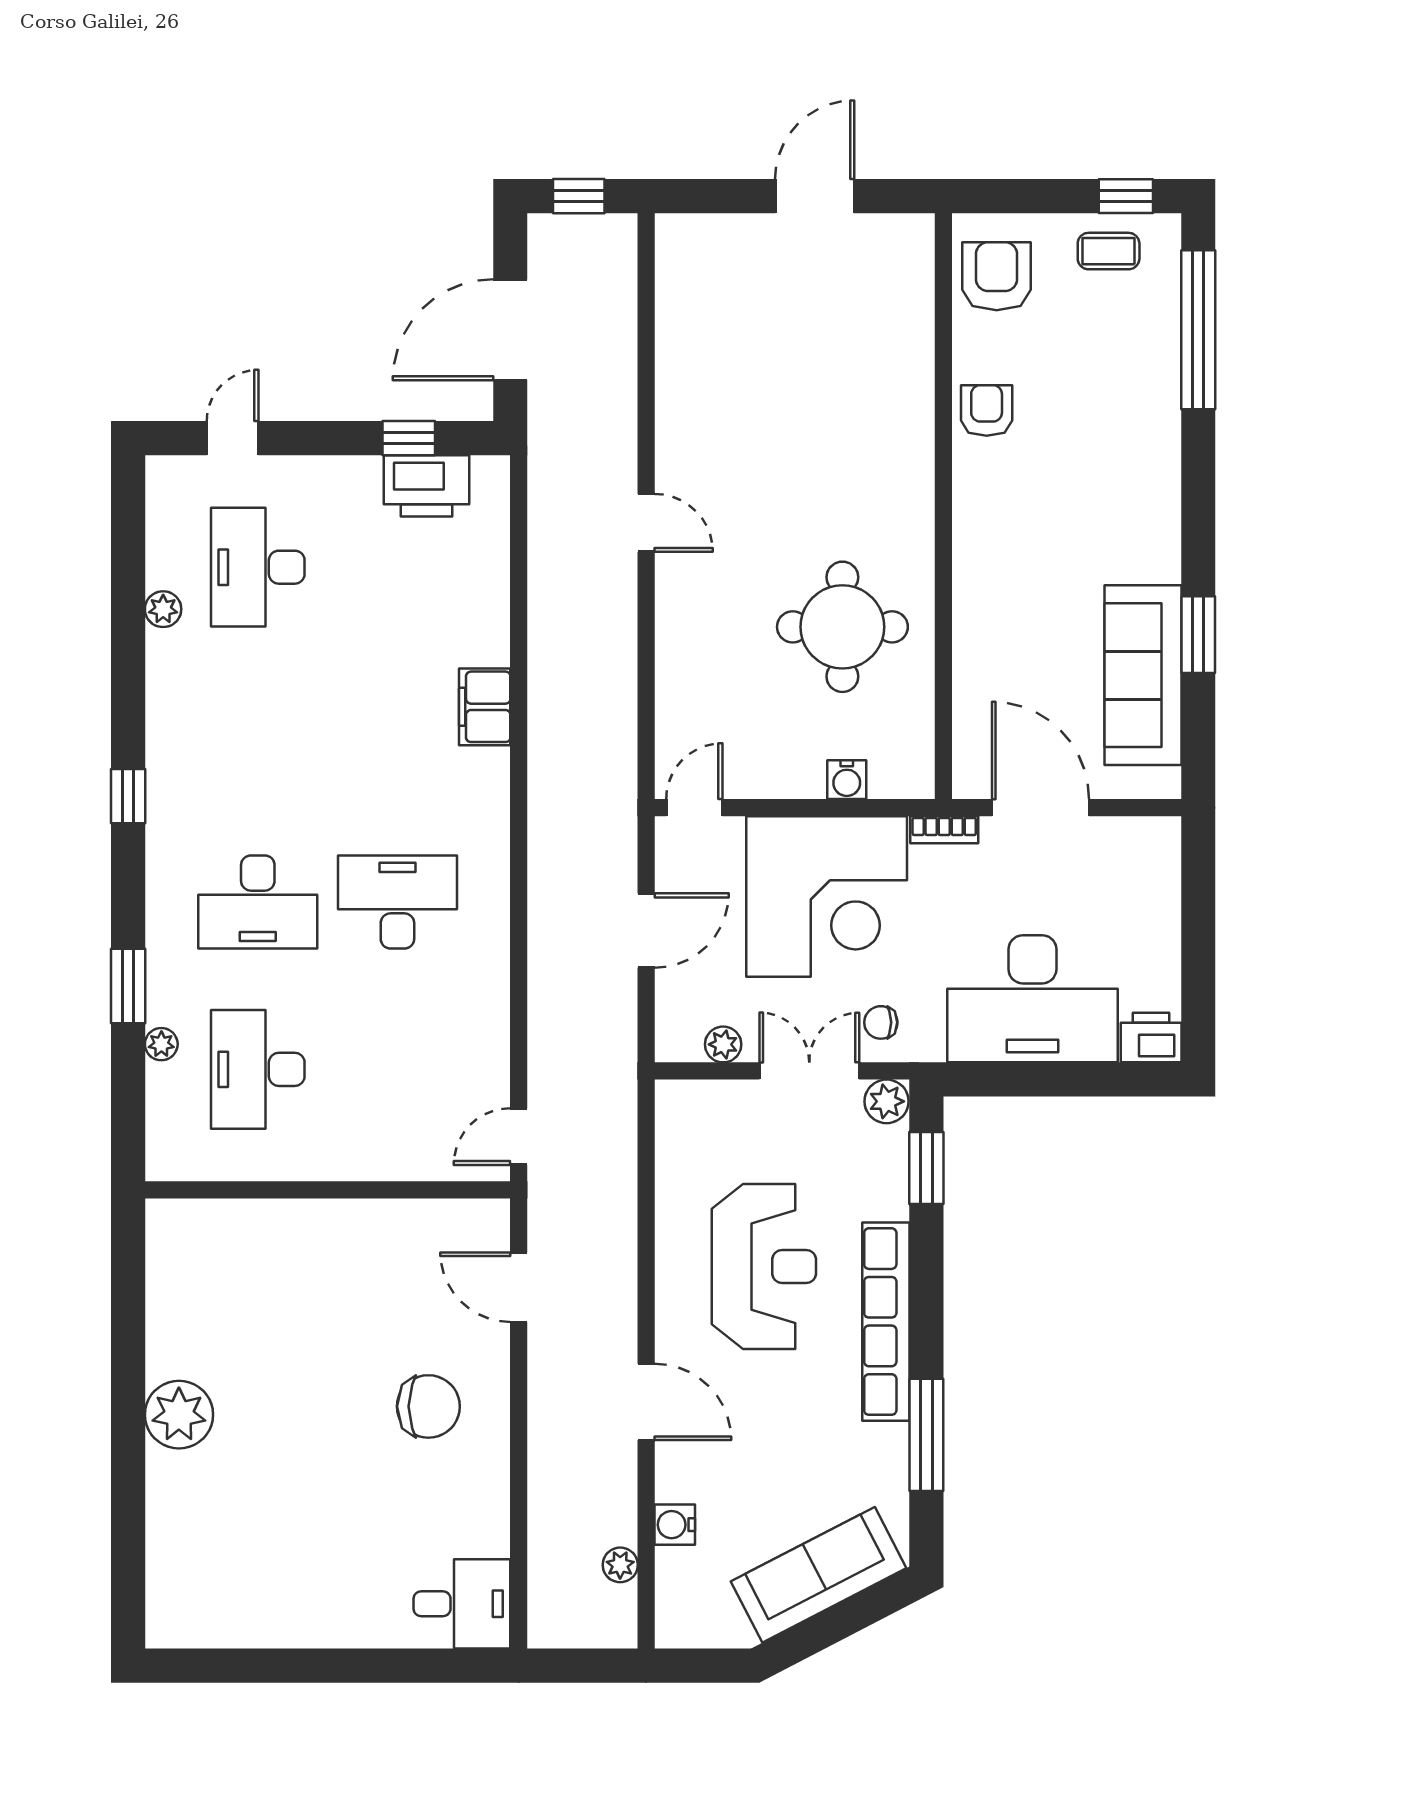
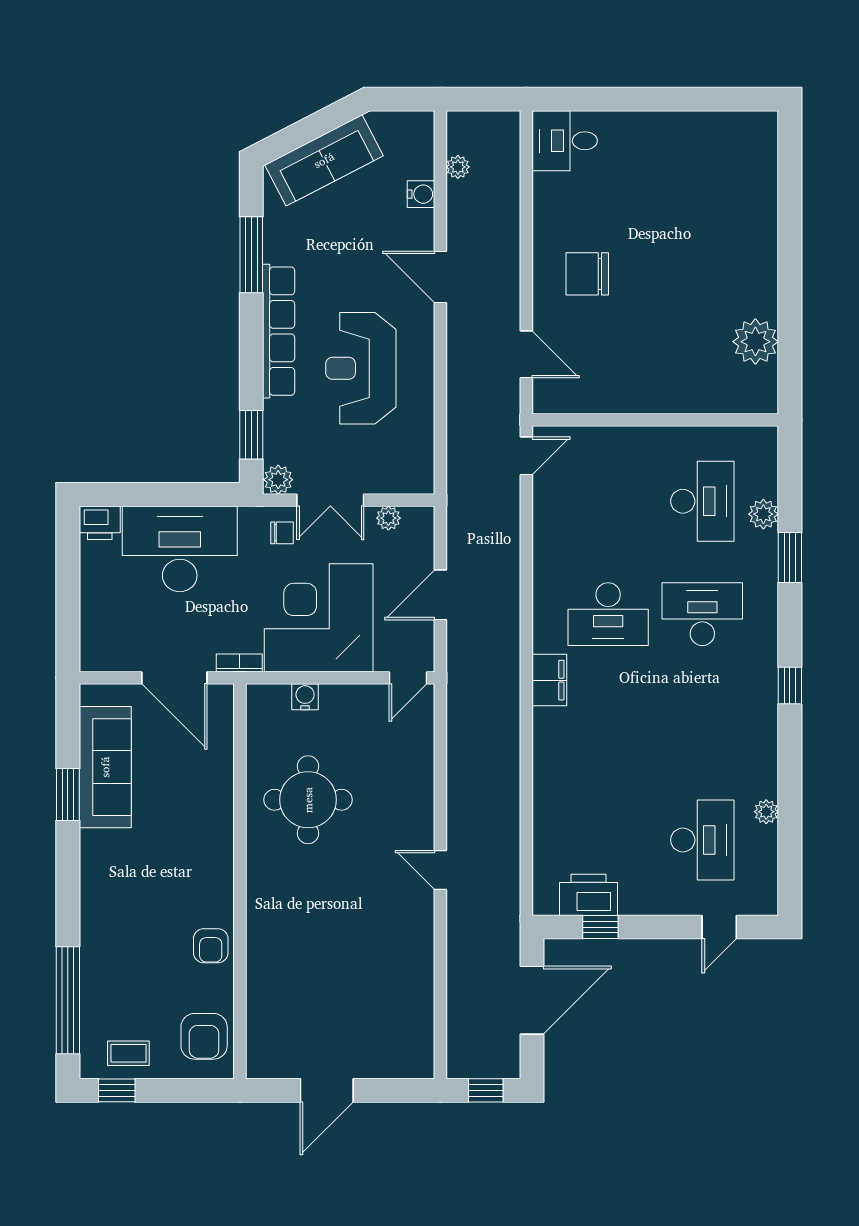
filing cabinet: (485, 707) -> (549, 680), moved
plant: (161, 1044) -> (763, 514), width x1.38, depth x1.38
plant: (179, 1415) -> (755, 342), moved

